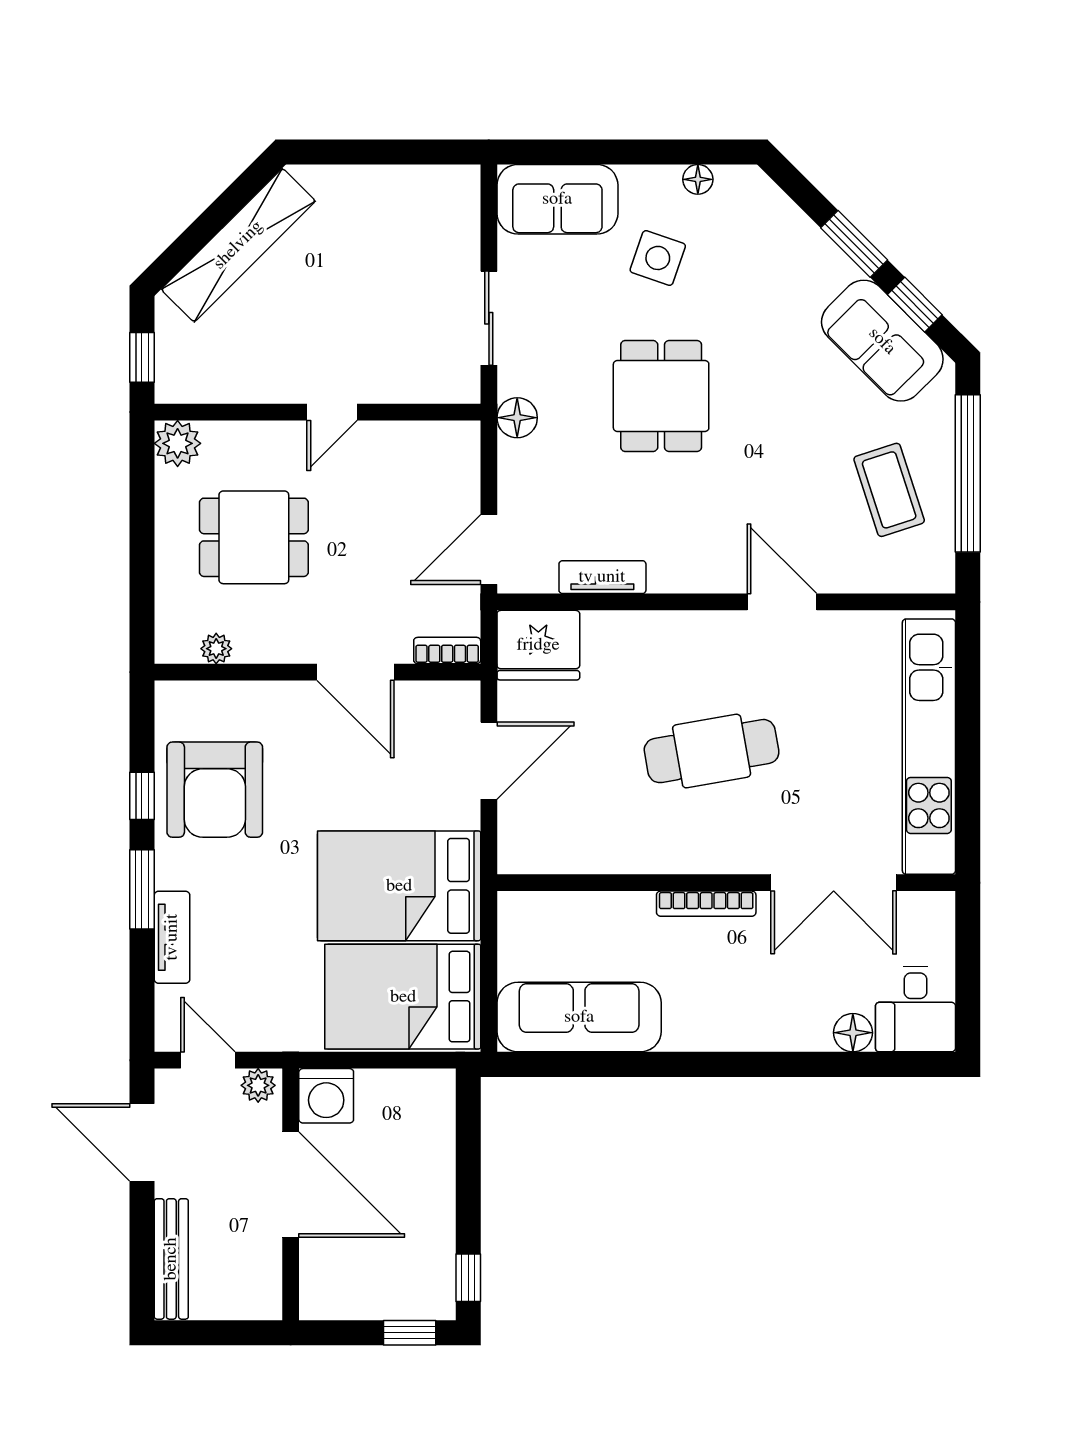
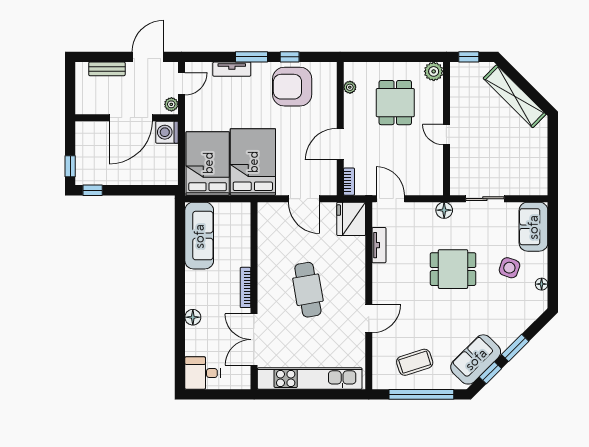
floor lamp: (853, 1033) -> (193, 317), moved
bench: (171, 1259) -> (107, 69), width x0.73

